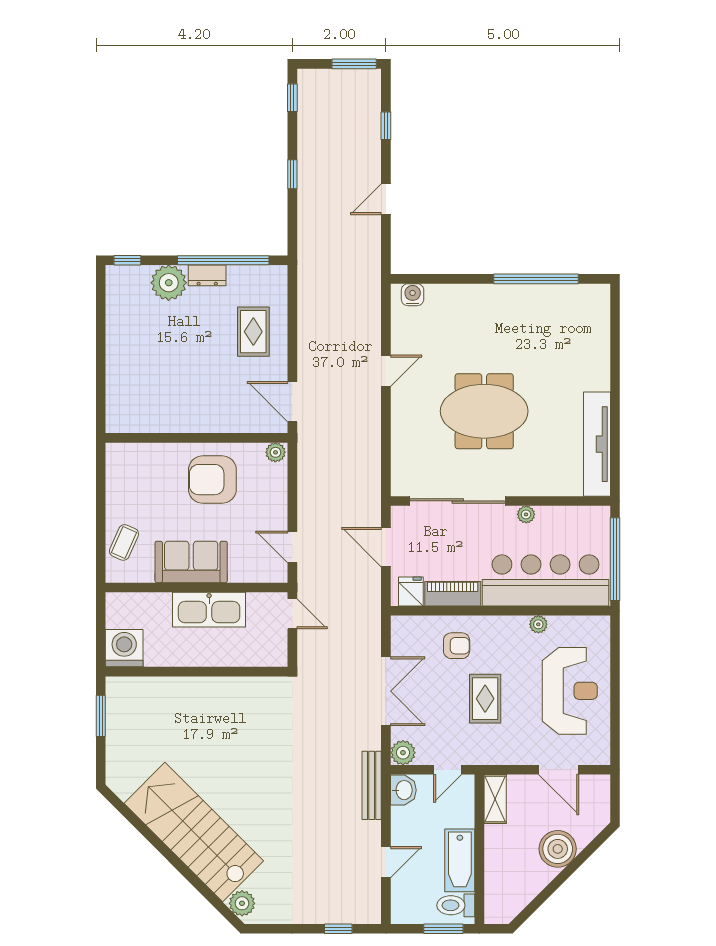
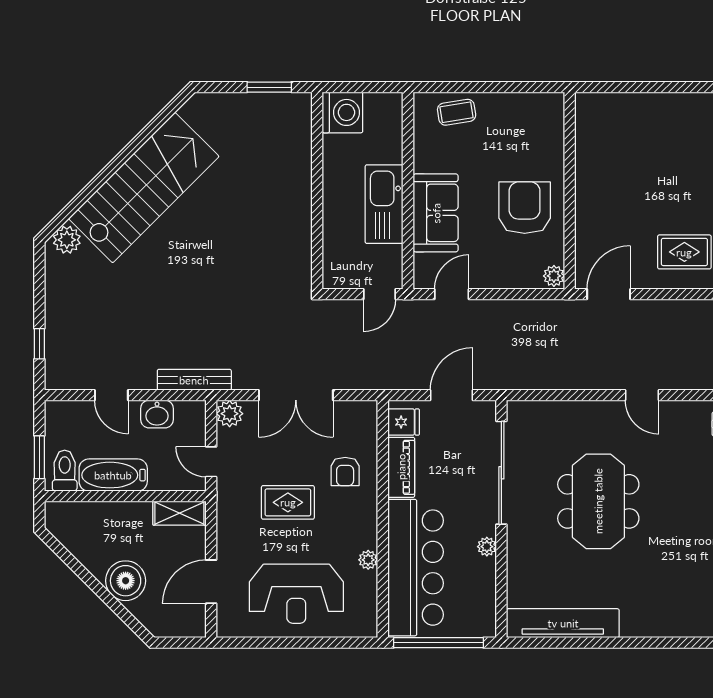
coffee table: (124, 542) -> (457, 112), turned -33
sofa: (191, 562) -> (436, 213), moved
washbasin: (403, 790) -> (157, 414), moved

